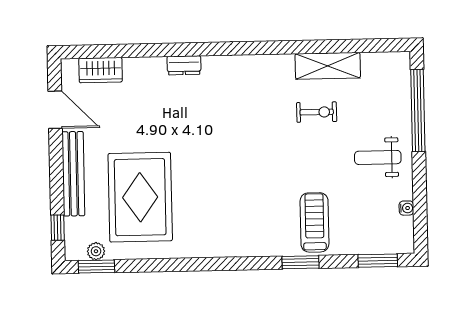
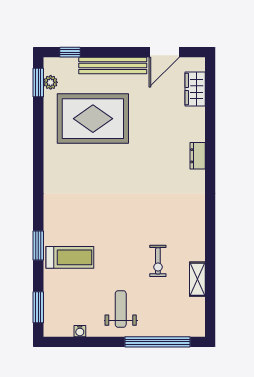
shelving: (328, 66) -> (197, 279), width x0.67, depth x0.75

